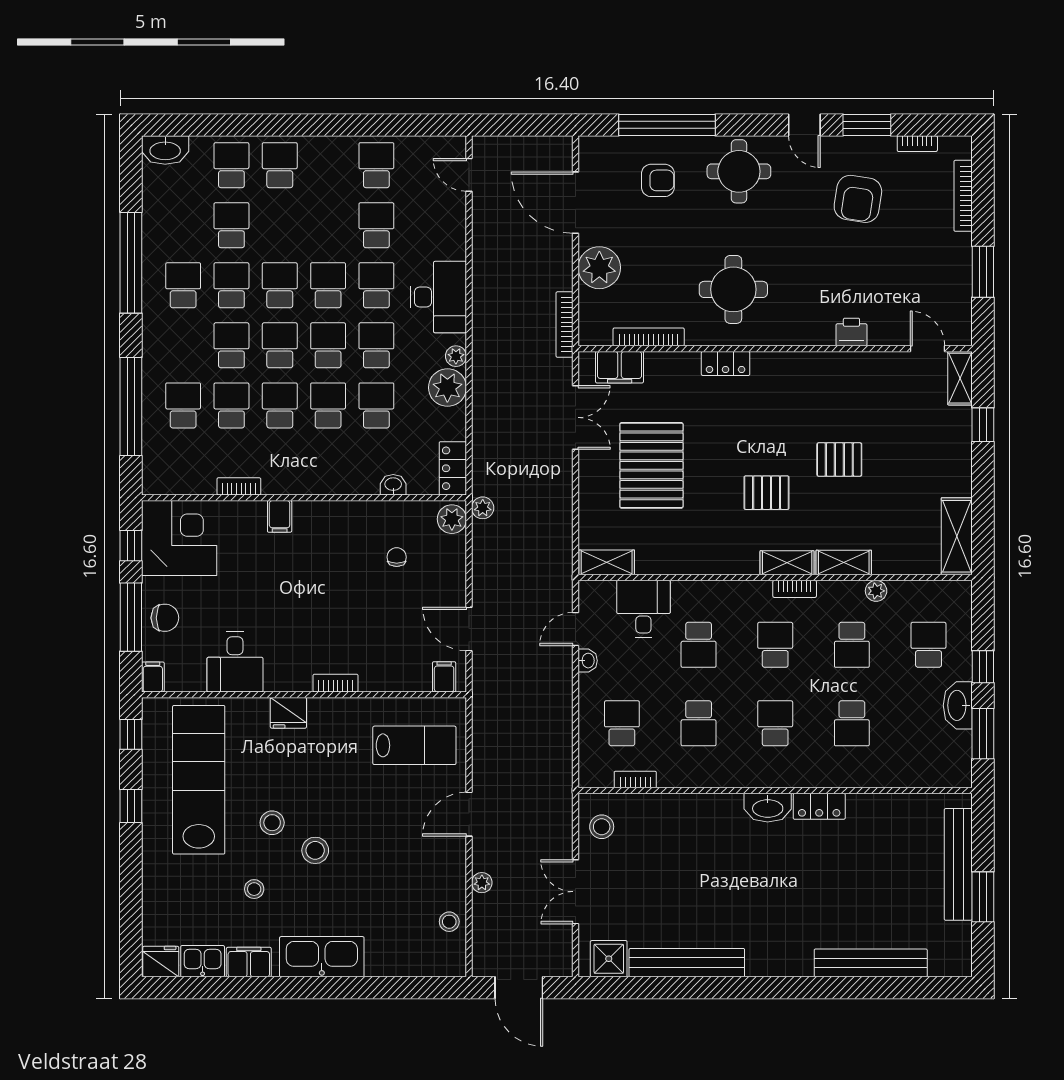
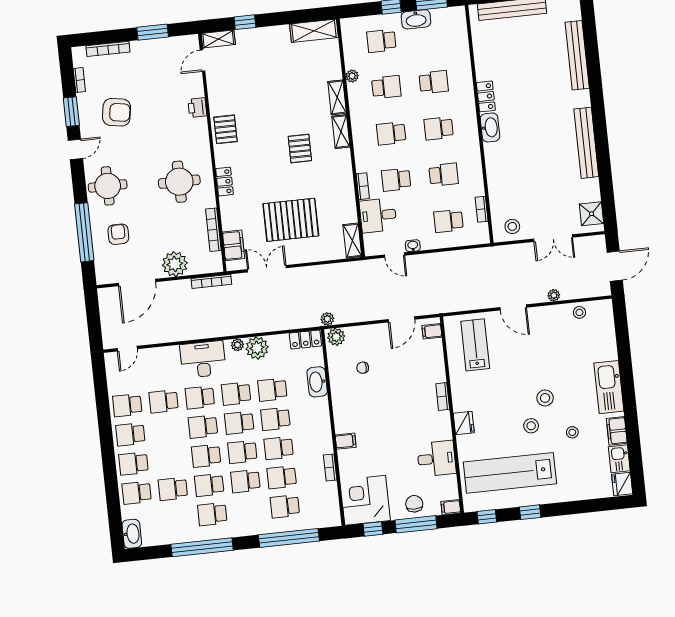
school desk: (328, 165) -> (130, 434), added
pallet: (839, 460) -> (225, 129), moved
washbasin: (393, 485) -> (317, 382), width x1.91, depth x1.45
bookcase: (795, 589) -> (363, 186), moved
school desk: (699, 645) -> (396, 180), turned 180
bench: (687, 963) -> (586, 143), moved

